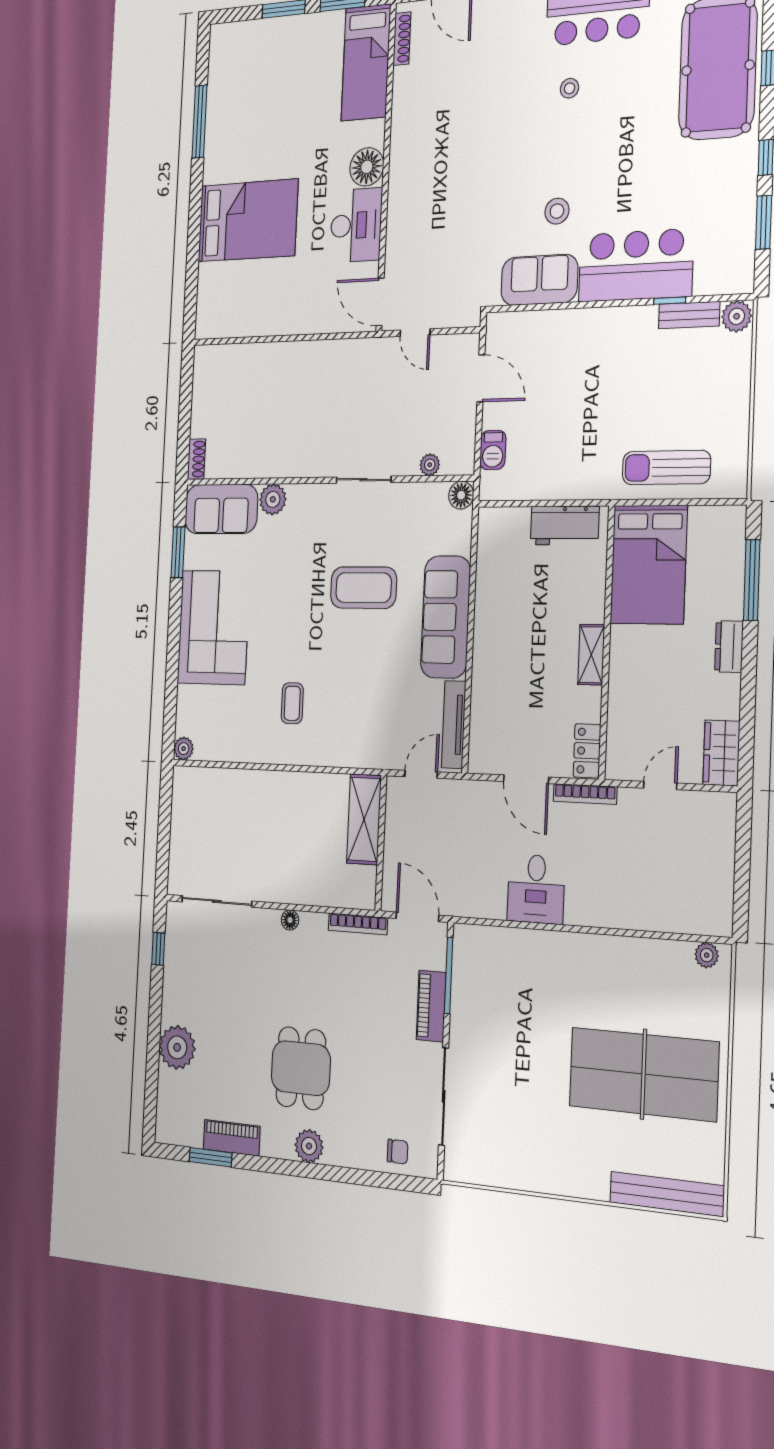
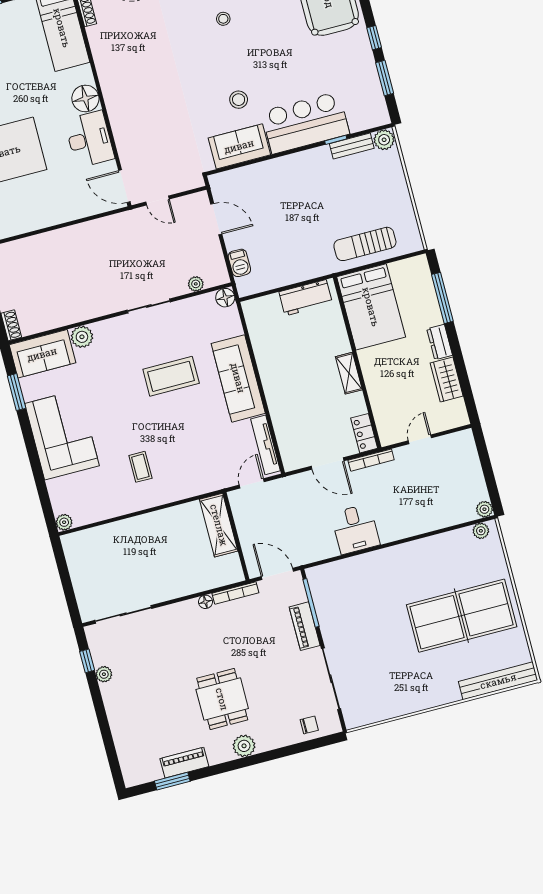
wardrobe: (721, 753) -> (447, 380), moved
floor lamp: (290, 920) -> (205, 602), moved
plant: (721, 924) -> (484, 509), added
plant: (177, 1047) -> (104, 674), moved, width x0.53, depth x0.53

